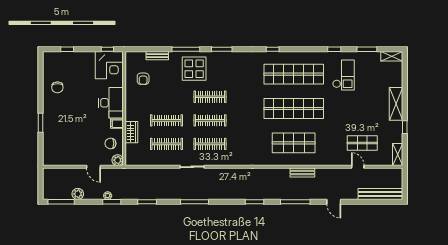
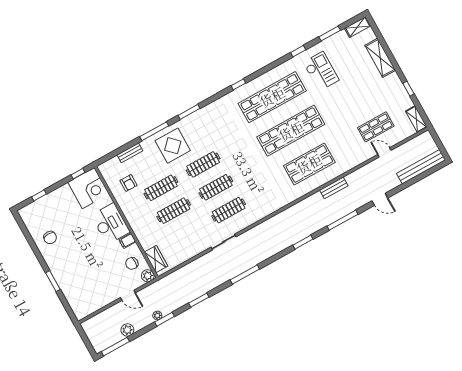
shelving: (396, 104) -> (380, 58), moved
wardrobe: (131, 132) -> (156, 259), moved
clothes rail: (166, 144) -> (161, 188), moved

